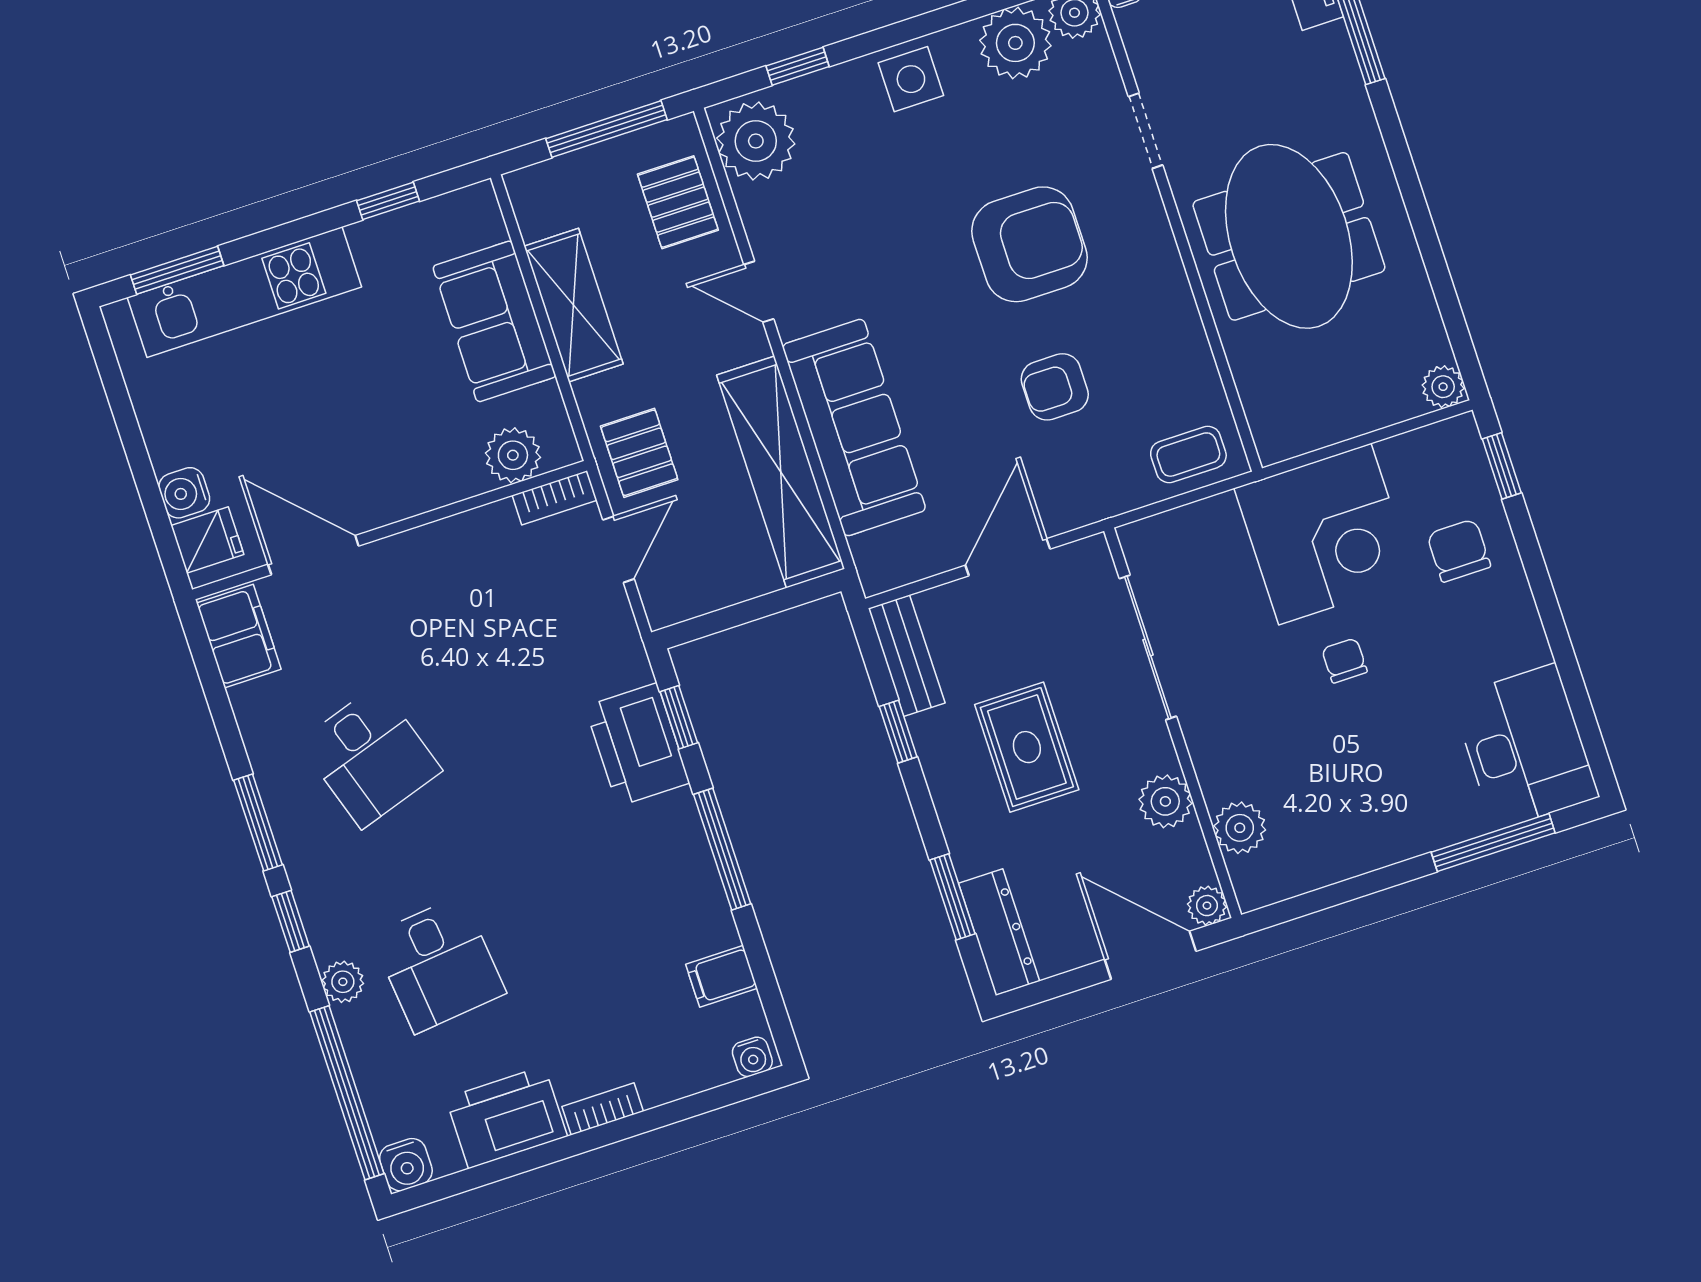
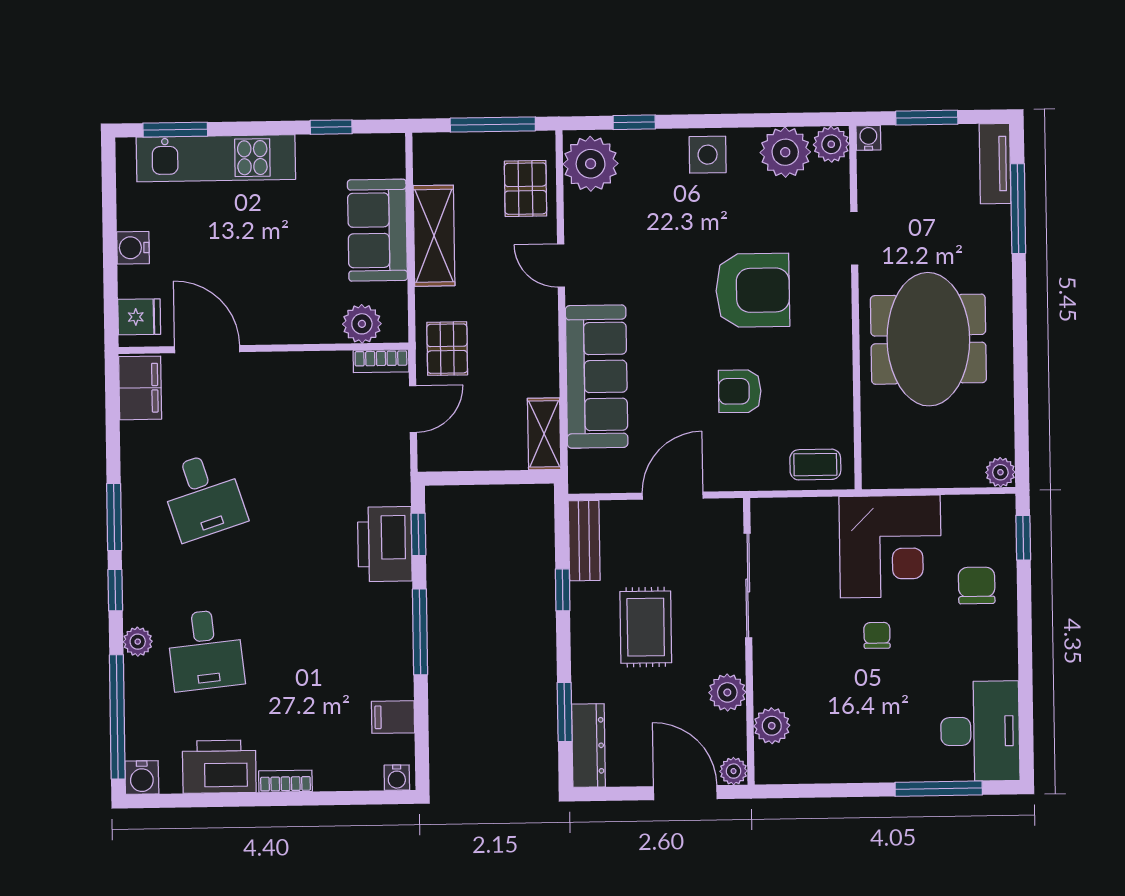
shelving: (781, 472) -> (544, 434), width x0.45, depth x0.75
water cooler: (184, 493) -> (133, 248), moved

